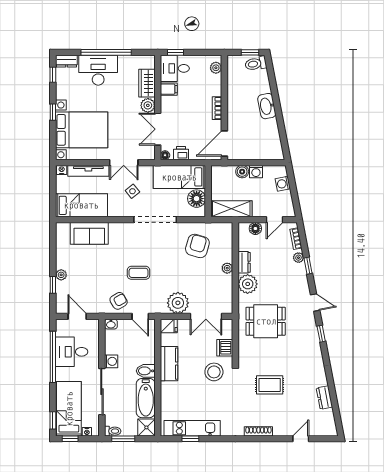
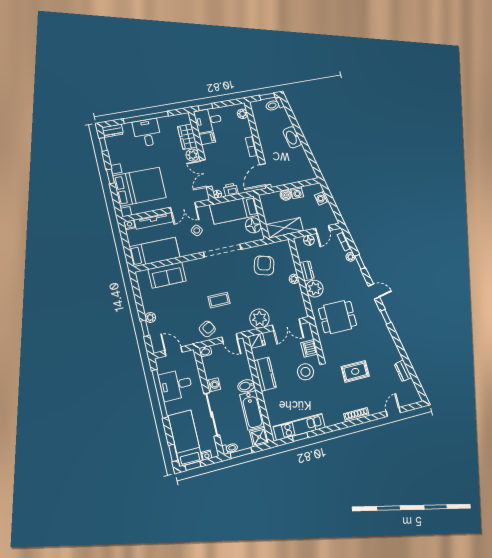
desk: (98, 70) -> (147, 133), width x0.73

